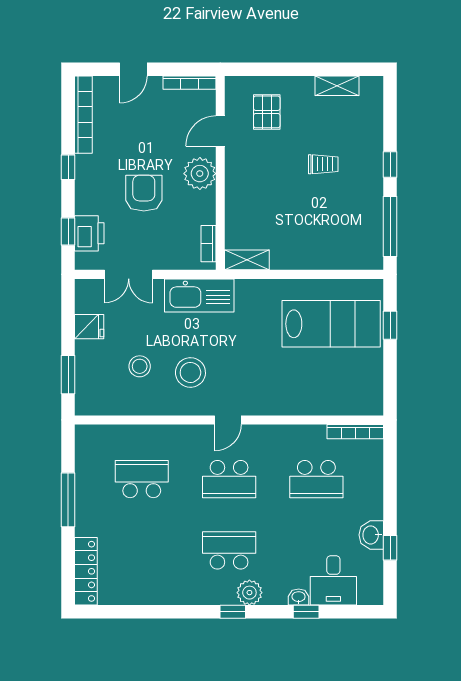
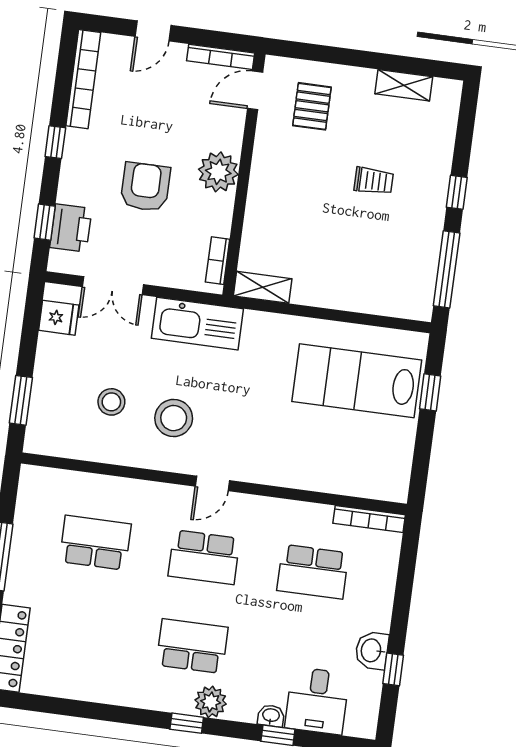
door: (220, 131) -> (255, 90), moved
lab bench: (331, 324) -> (357, 381), turned 180
fridge: (89, 327) -> (59, 318), moved

